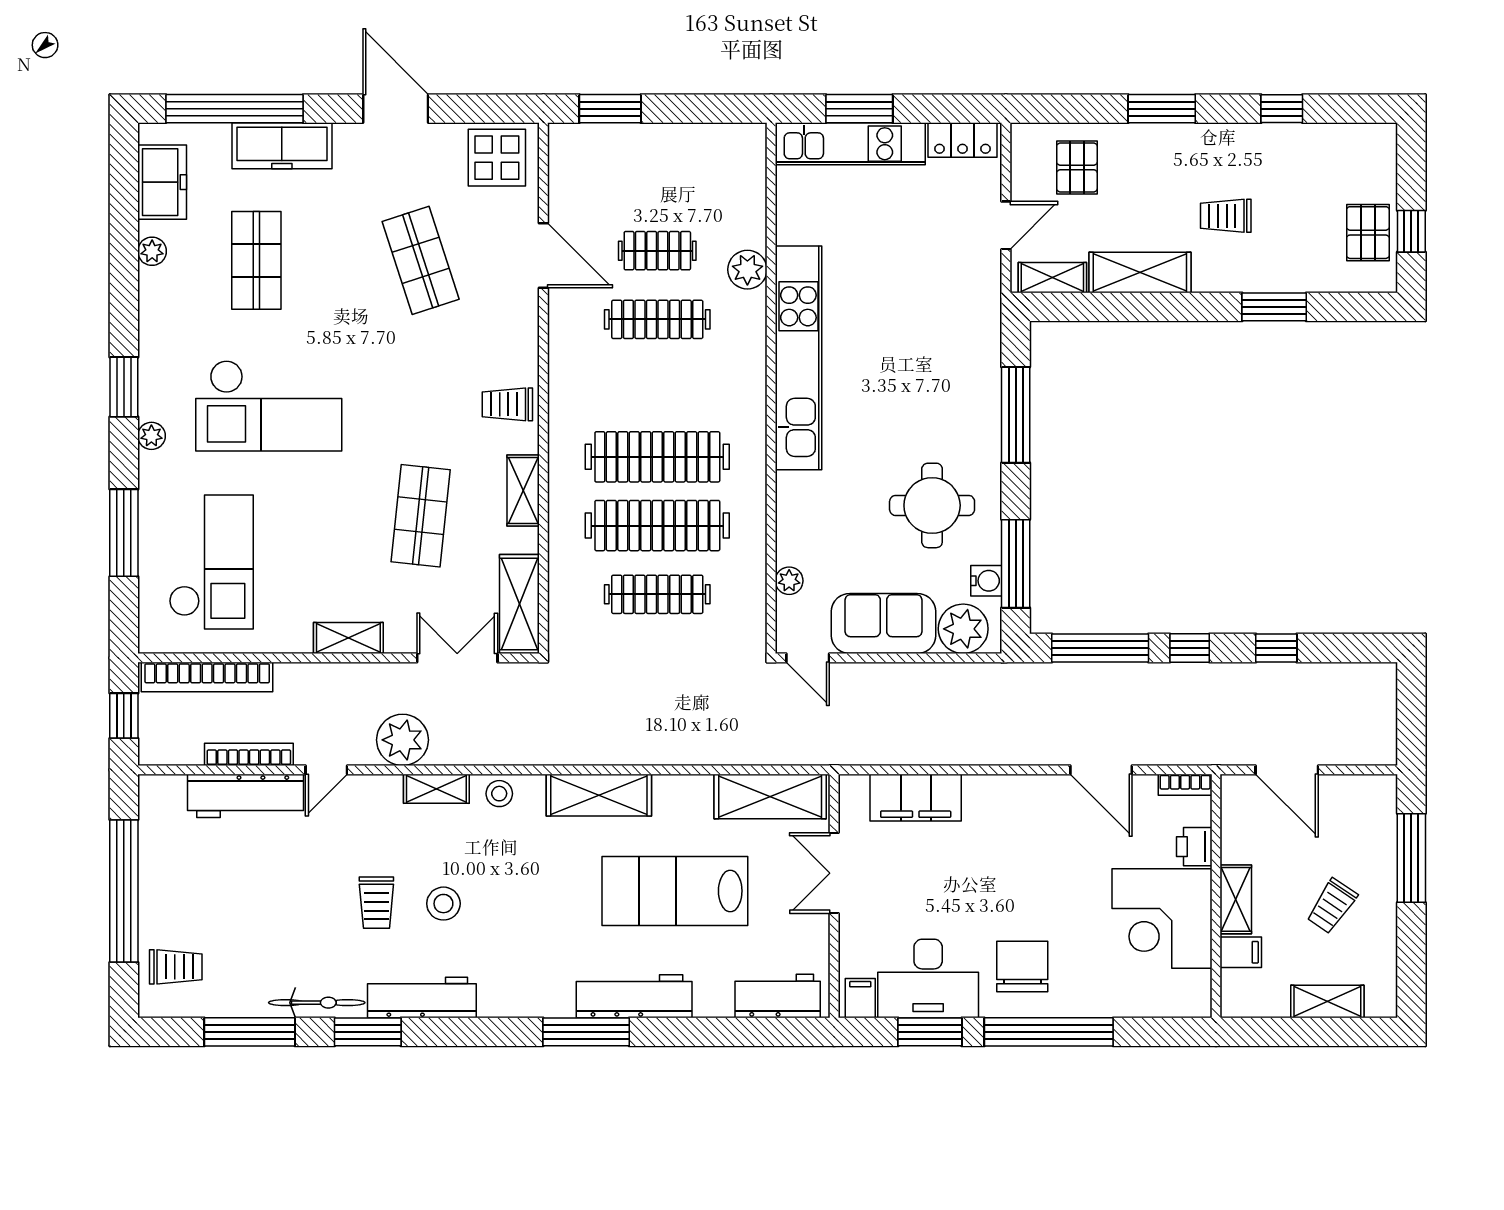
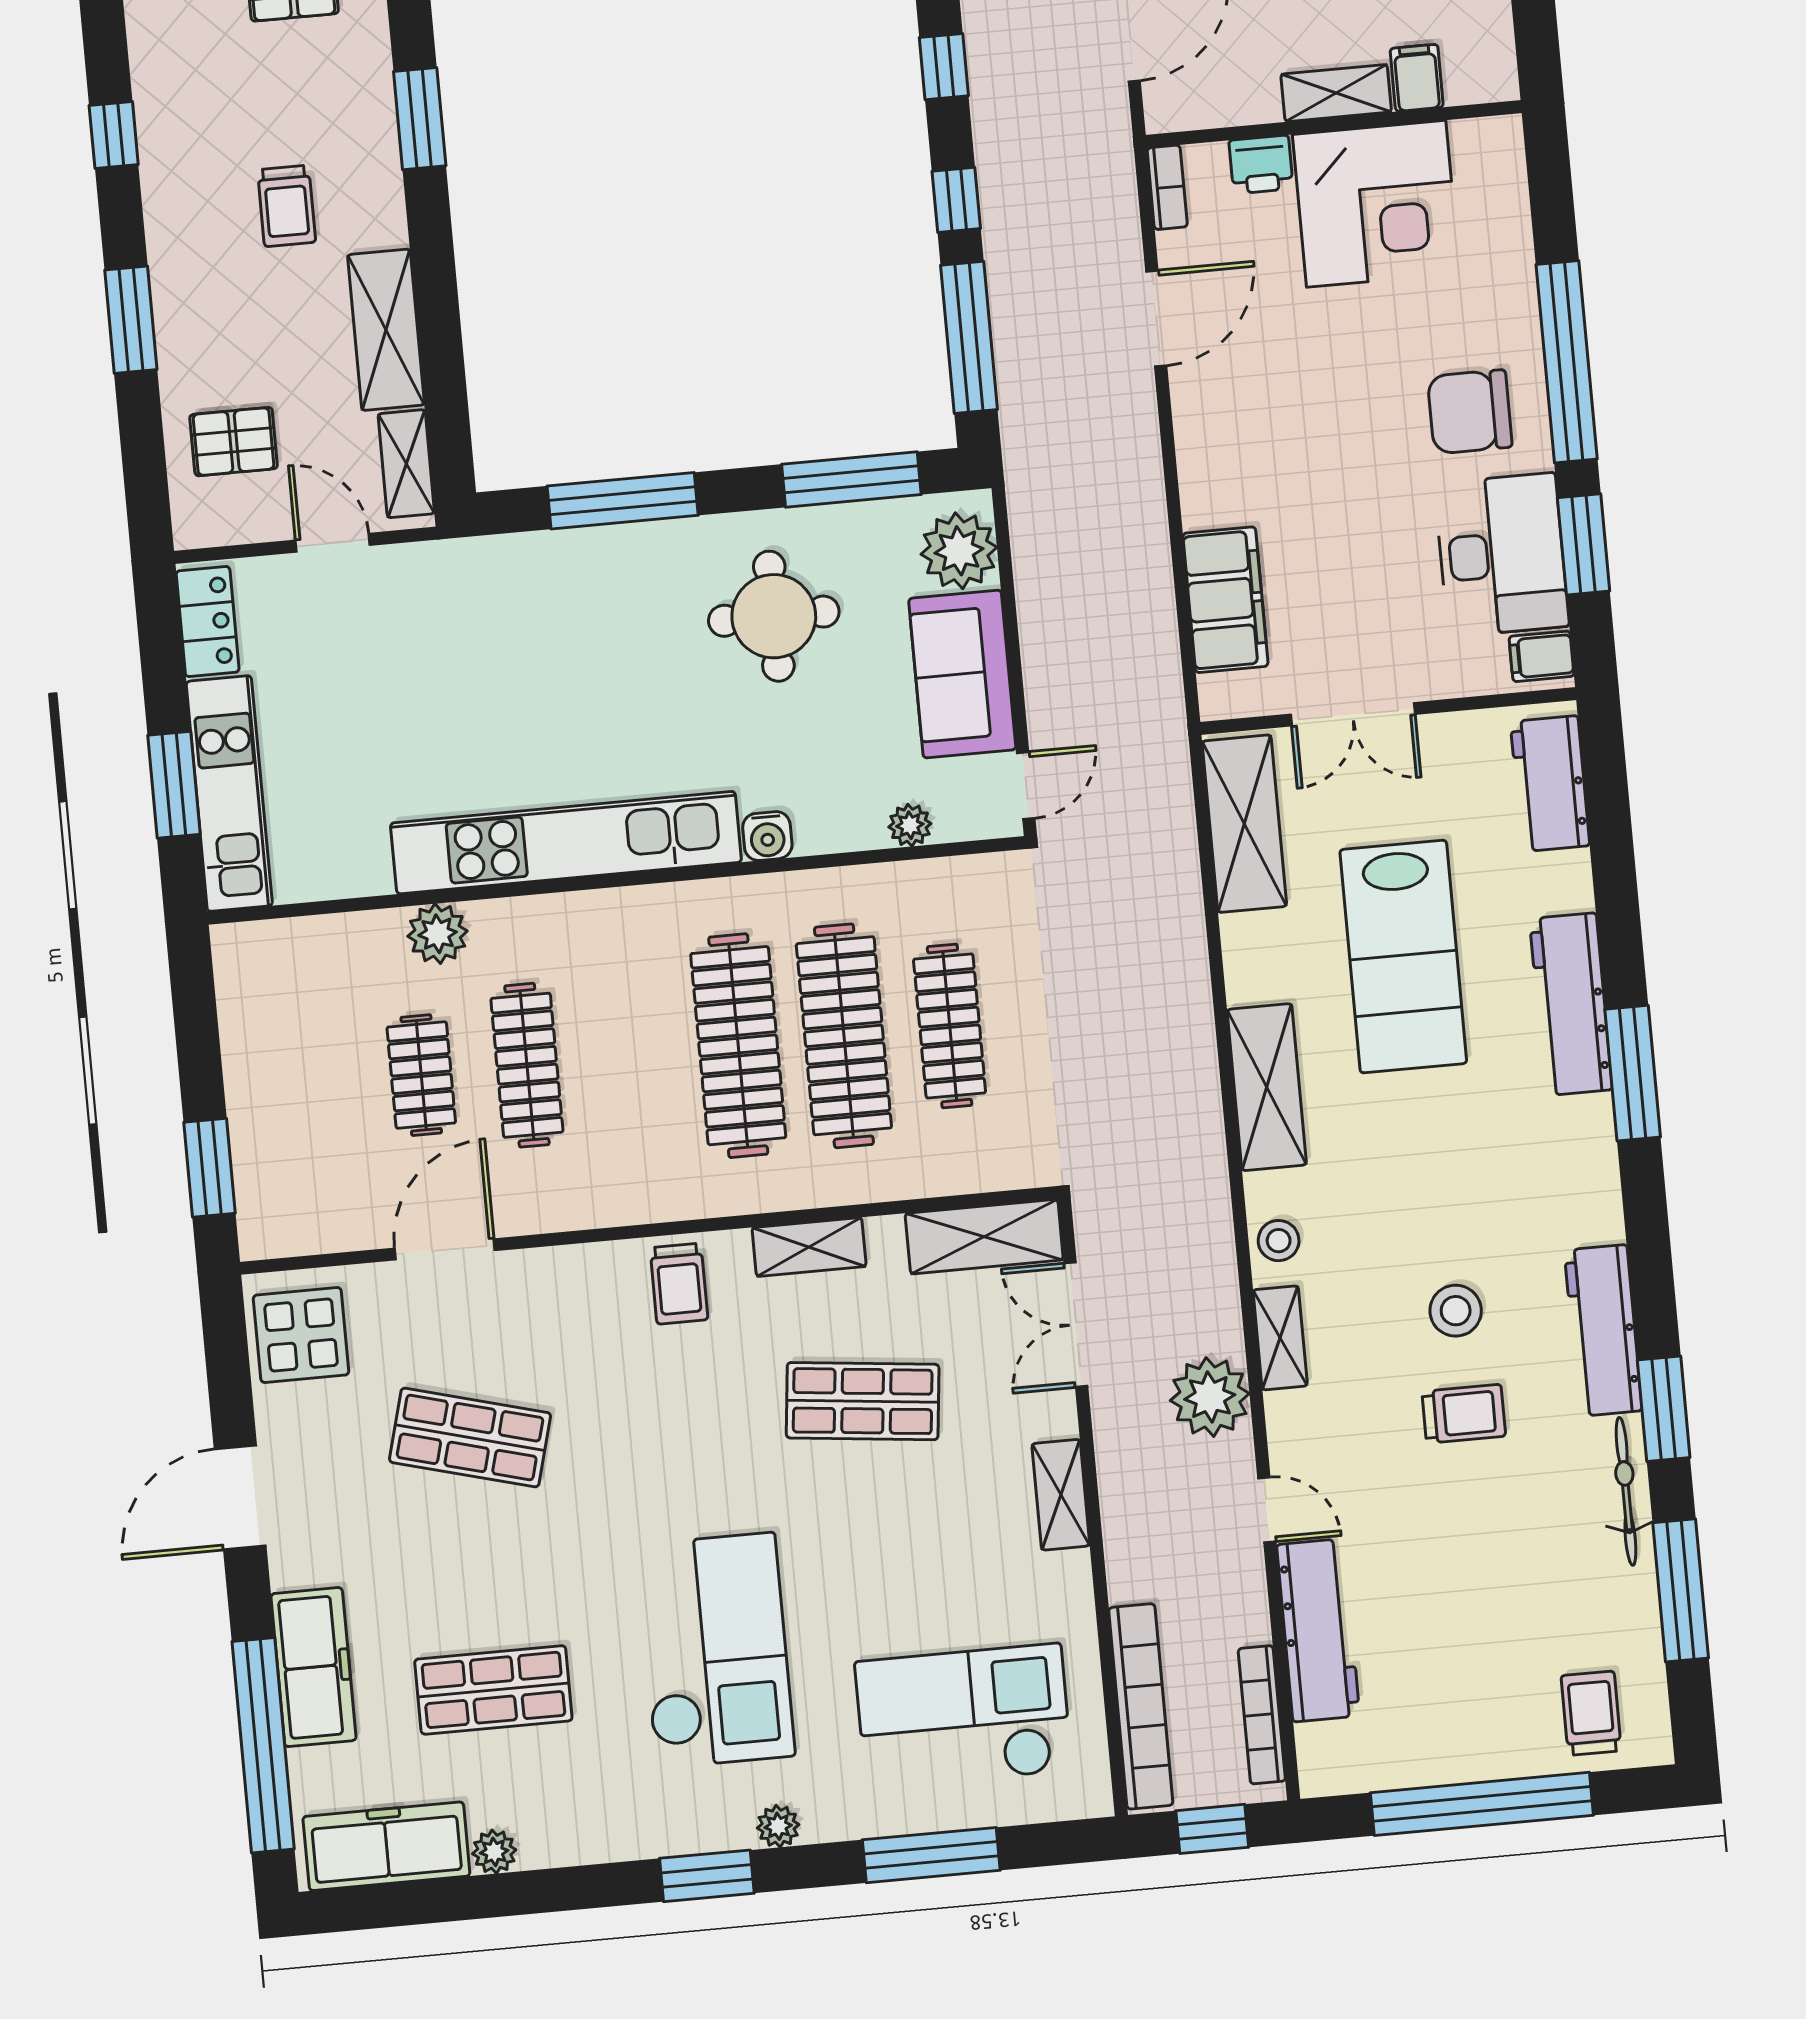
freezer: (162, 182) -> (386, 1846), width x1.40
shop shelf: (421, 260) -> (470, 1438), turned 33
water cooler: (986, 581) -> (767, 836), moved, turned 180
bookcase: (249, 754) -> (1262, 1715), moved

